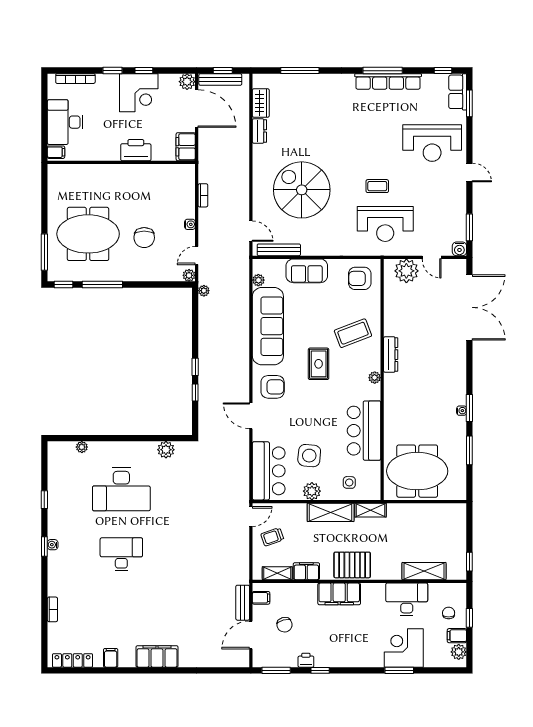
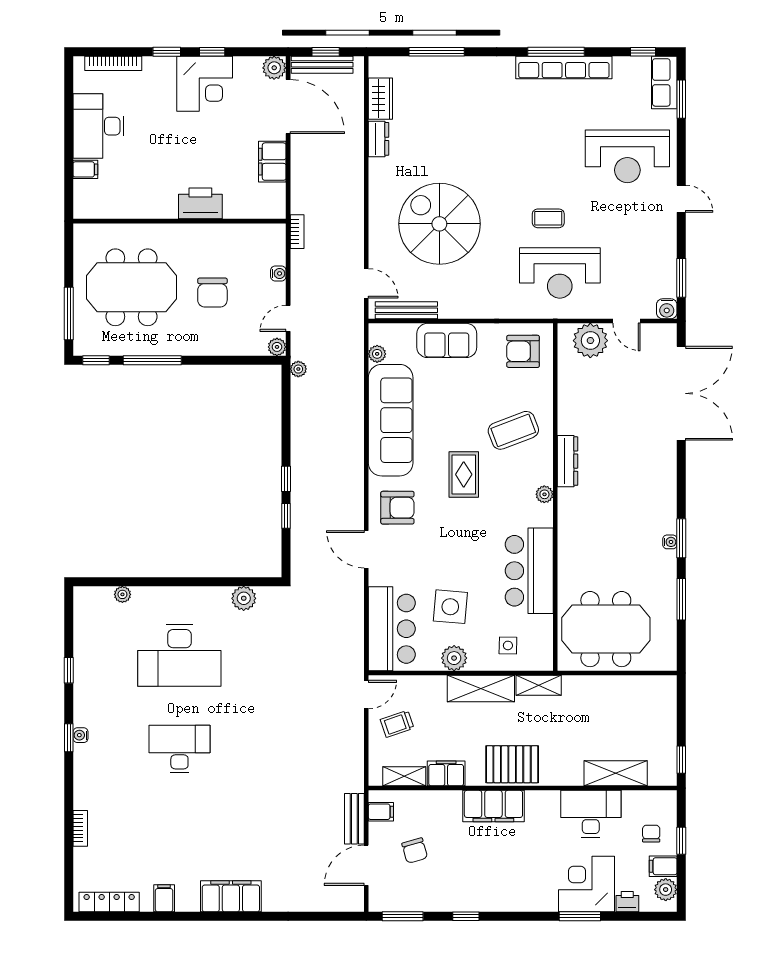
printer: (136, 150) -> (200, 203), moved
wall: (121, 162) -> (179, 221), moved
printer: (306, 660) -> (627, 902), moved

